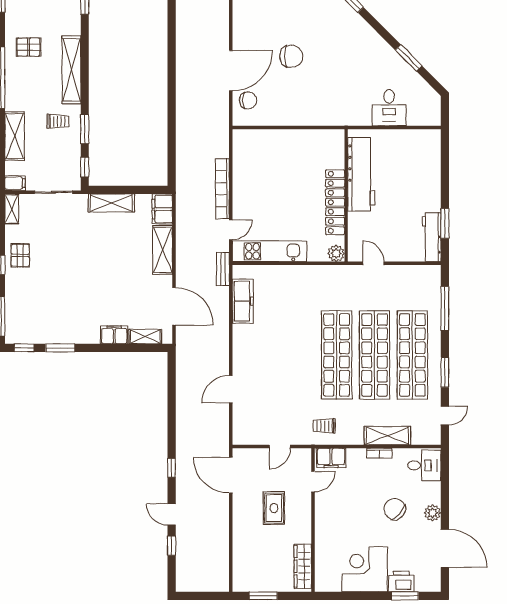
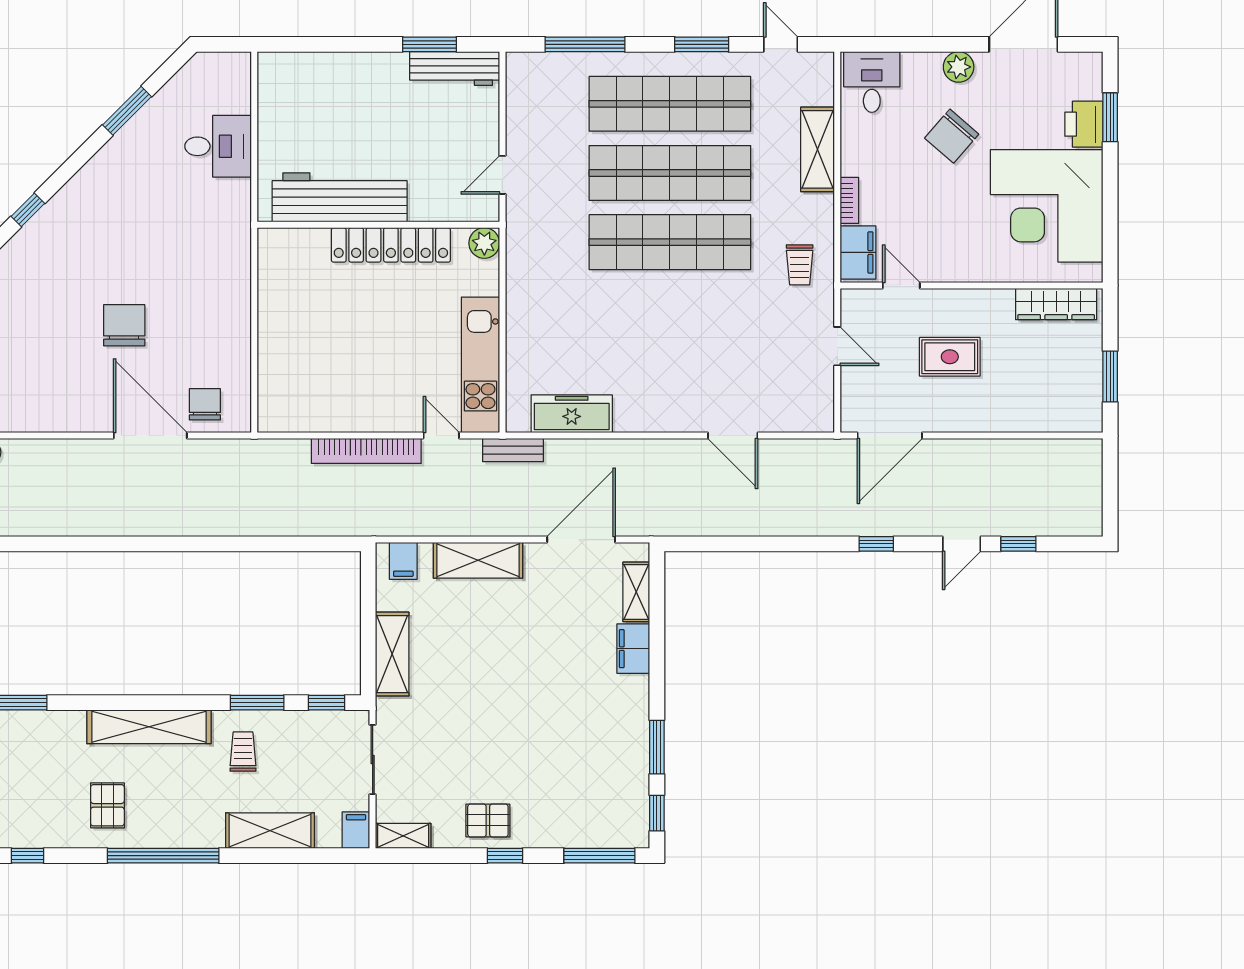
filing cabinet: (162, 209) -> (403, 561), width x0.50
bookcase: (379, 453) -> (849, 200), moved
corner desk: (365, 569) -> (1047, 206), width x1.36, depth x1.36

